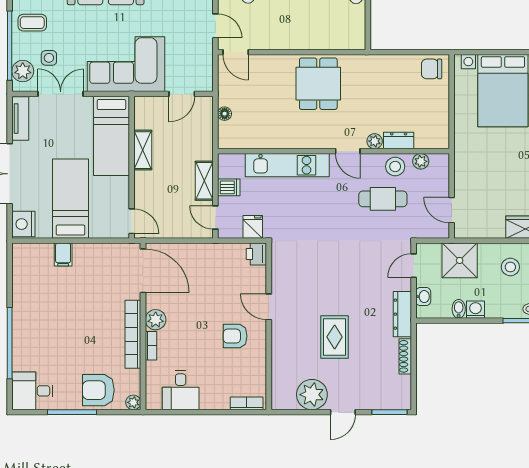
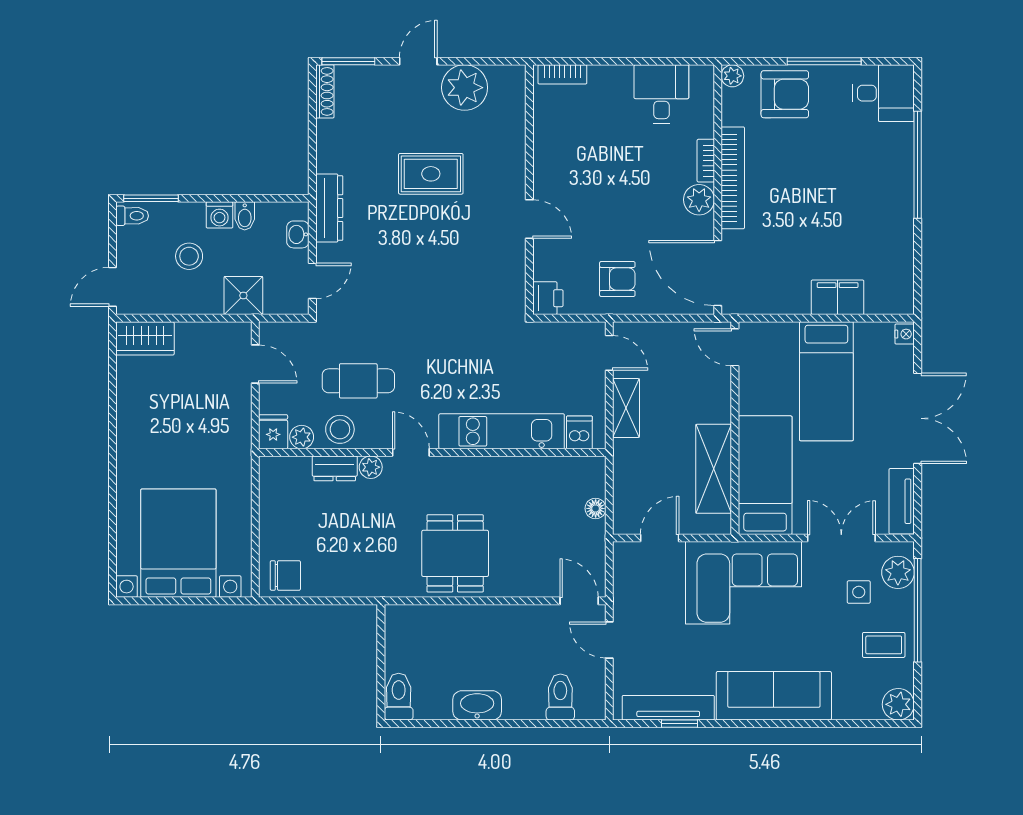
double door: (61, 94) -> (841, 538), swing flipped
shelving: (143, 150) -> (714, 469), width x1.50, depth x1.33
dishwasher: (229, 187) -> (579, 432), moved, turned 90
nightstand: (23, 224) -> (905, 334), width x0.53, depth x0.56
fridge: (253, 227) -> (273, 432), moved, turned 180
filing cabinet: (63, 255) -> (838, 297), width x2.00
shower: (460, 260) -> (243, 296), width x0.73, depth x0.73
stool: (510, 267) -> (189, 256), moved
armchair: (235, 336) -> (617, 279), moved
rug: (335, 337) -> (431, 174), turned 90
shoe rack: (405, 356) -> (325, 91), moved

